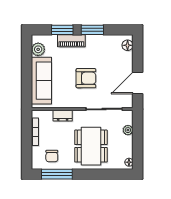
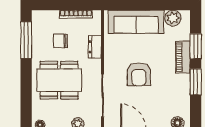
chair: (52, 156) -> (60, 41), moved

